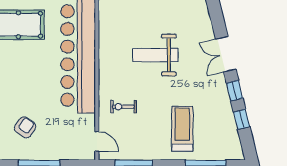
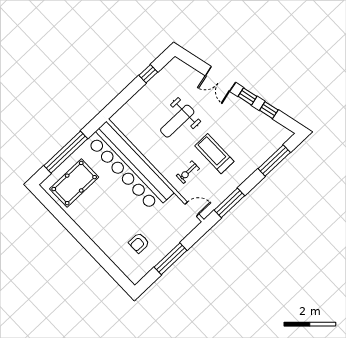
armchair: (25, 127) -> (139, 243), turned -124
treadmill: (182, 129) -> (214, 154), moved

